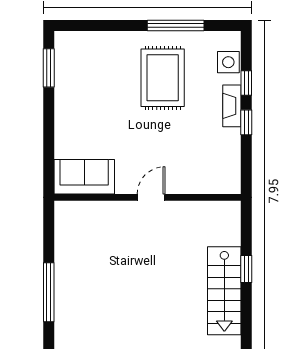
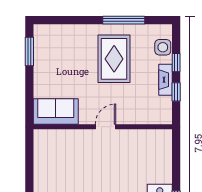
sofa: (84, 177) -> (56, 112), moved
wall: (148, 197) -> (103, 127), moved
door: (151, 197) -> (105, 127), moved

